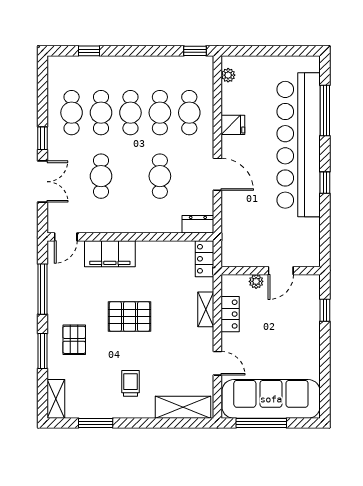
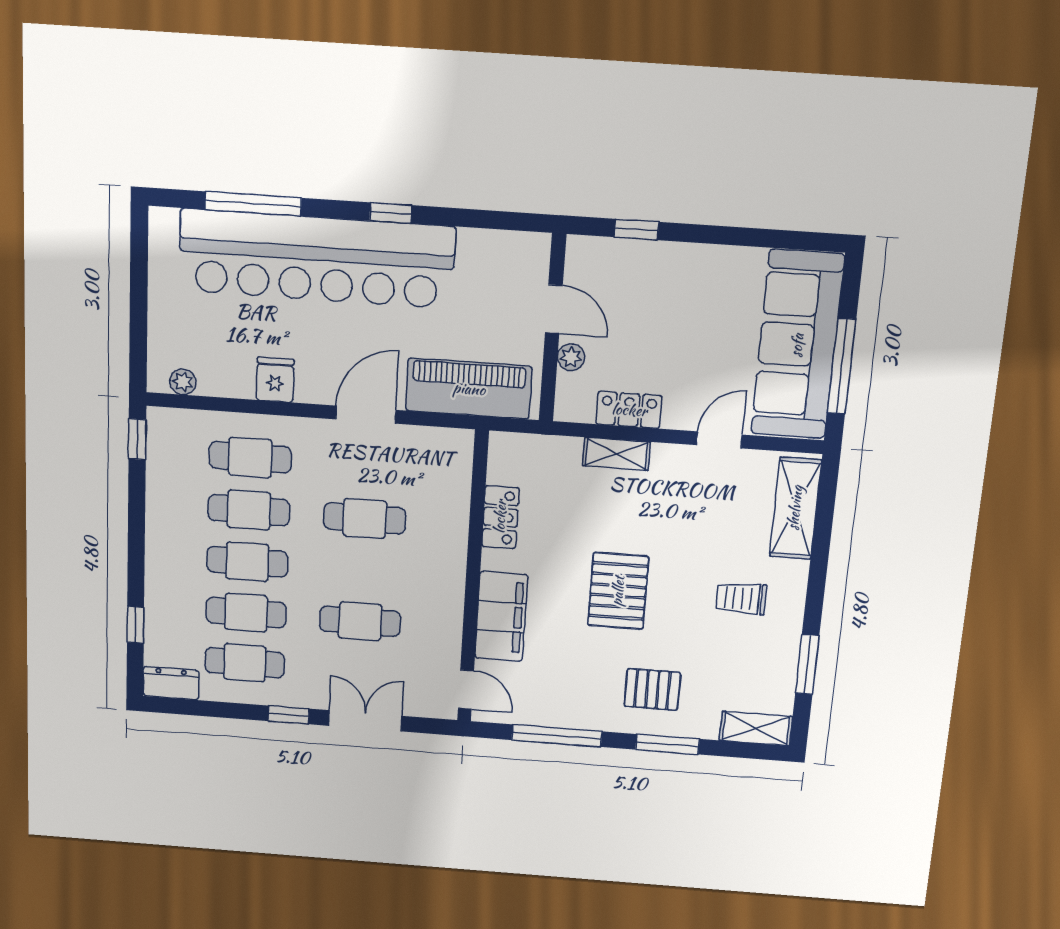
dresser: (198, 224) -> (171, 683), moved, turned 90
piano: (235, 228) -> (469, 389), added
locker: (205, 259) -> (500, 517), moved, turned -90

